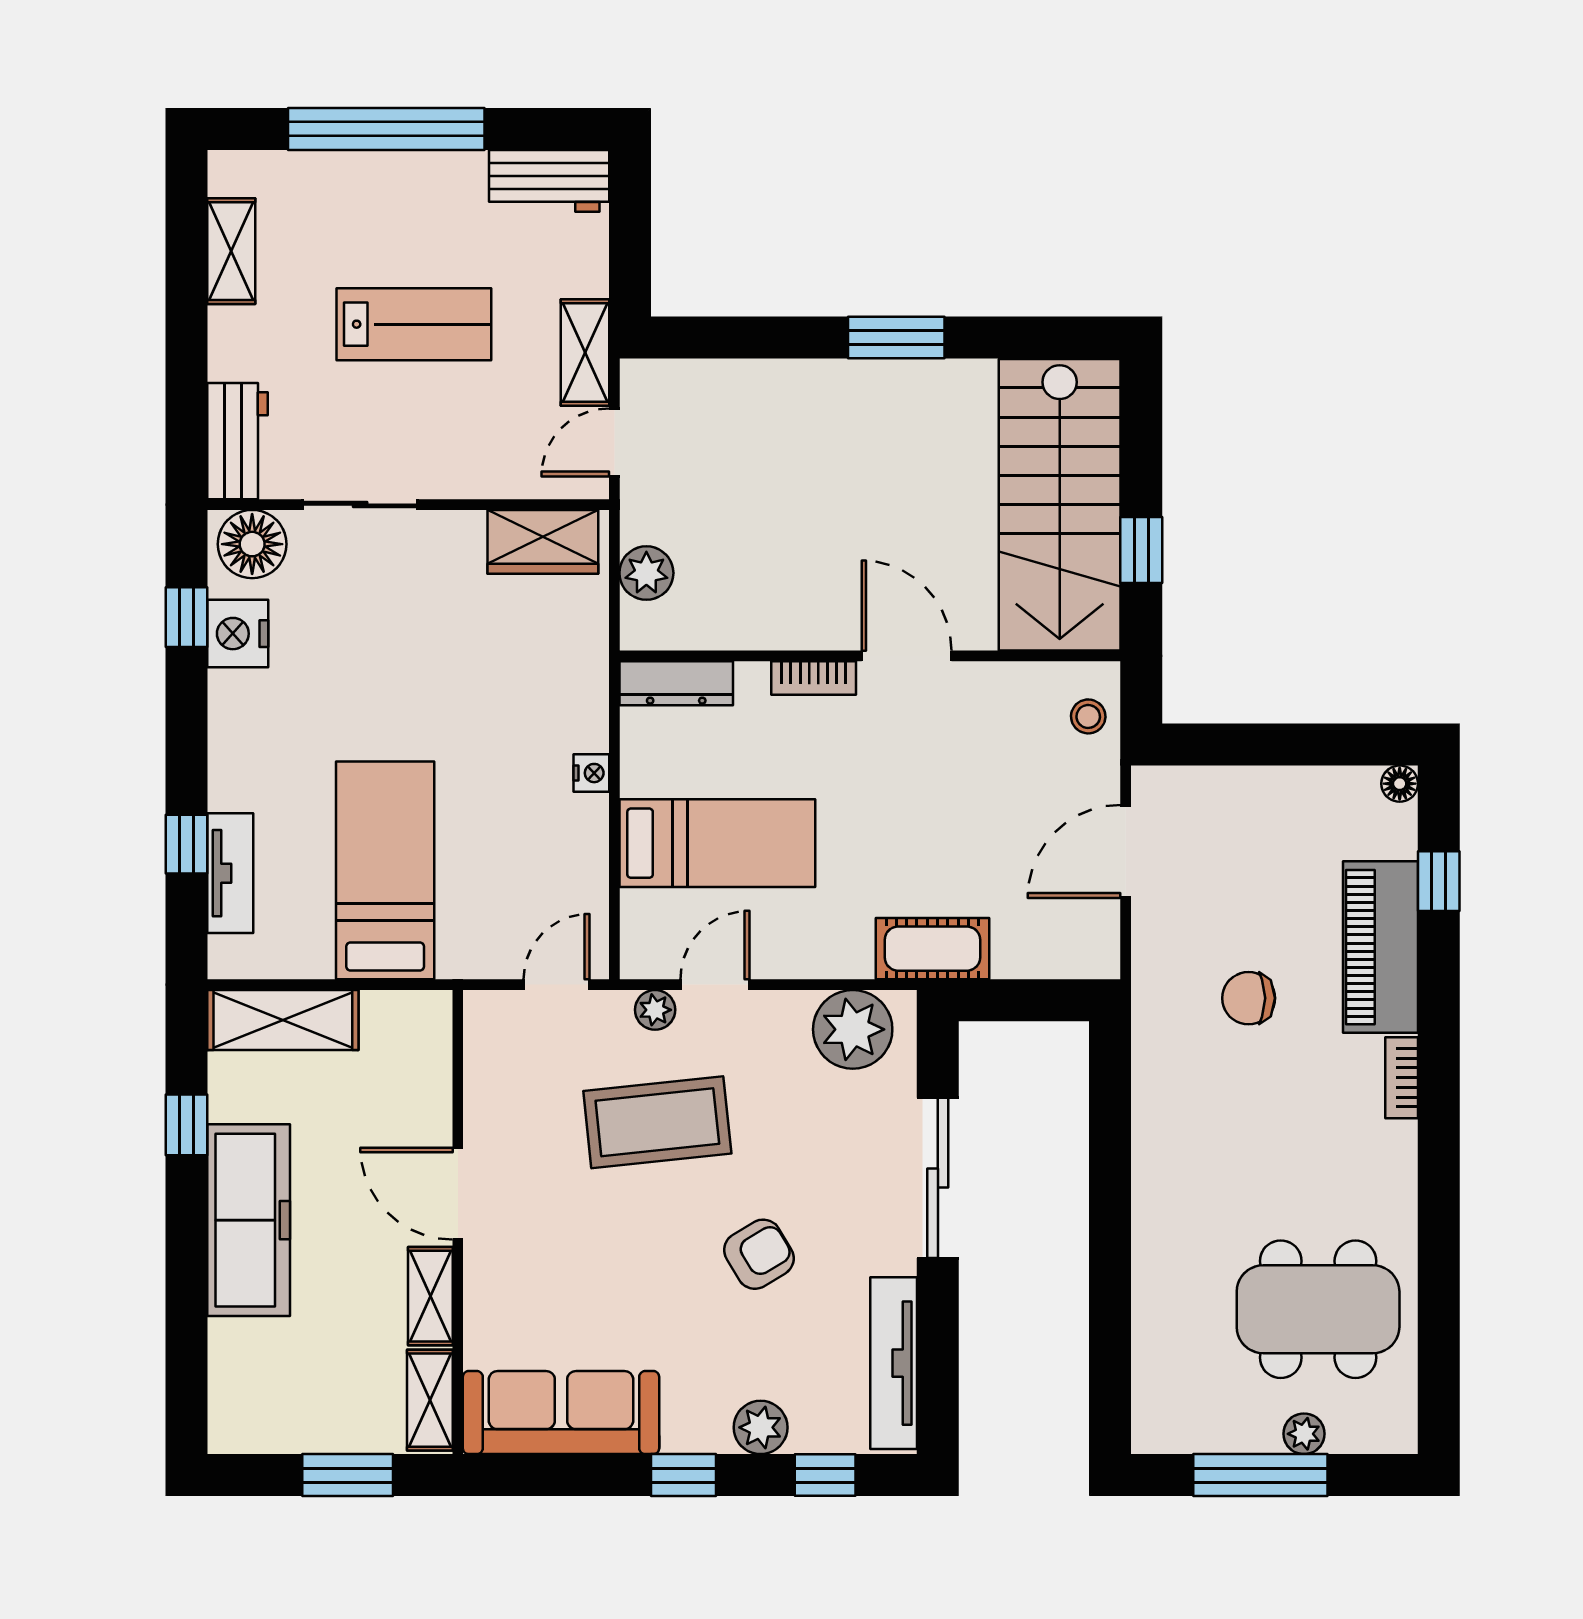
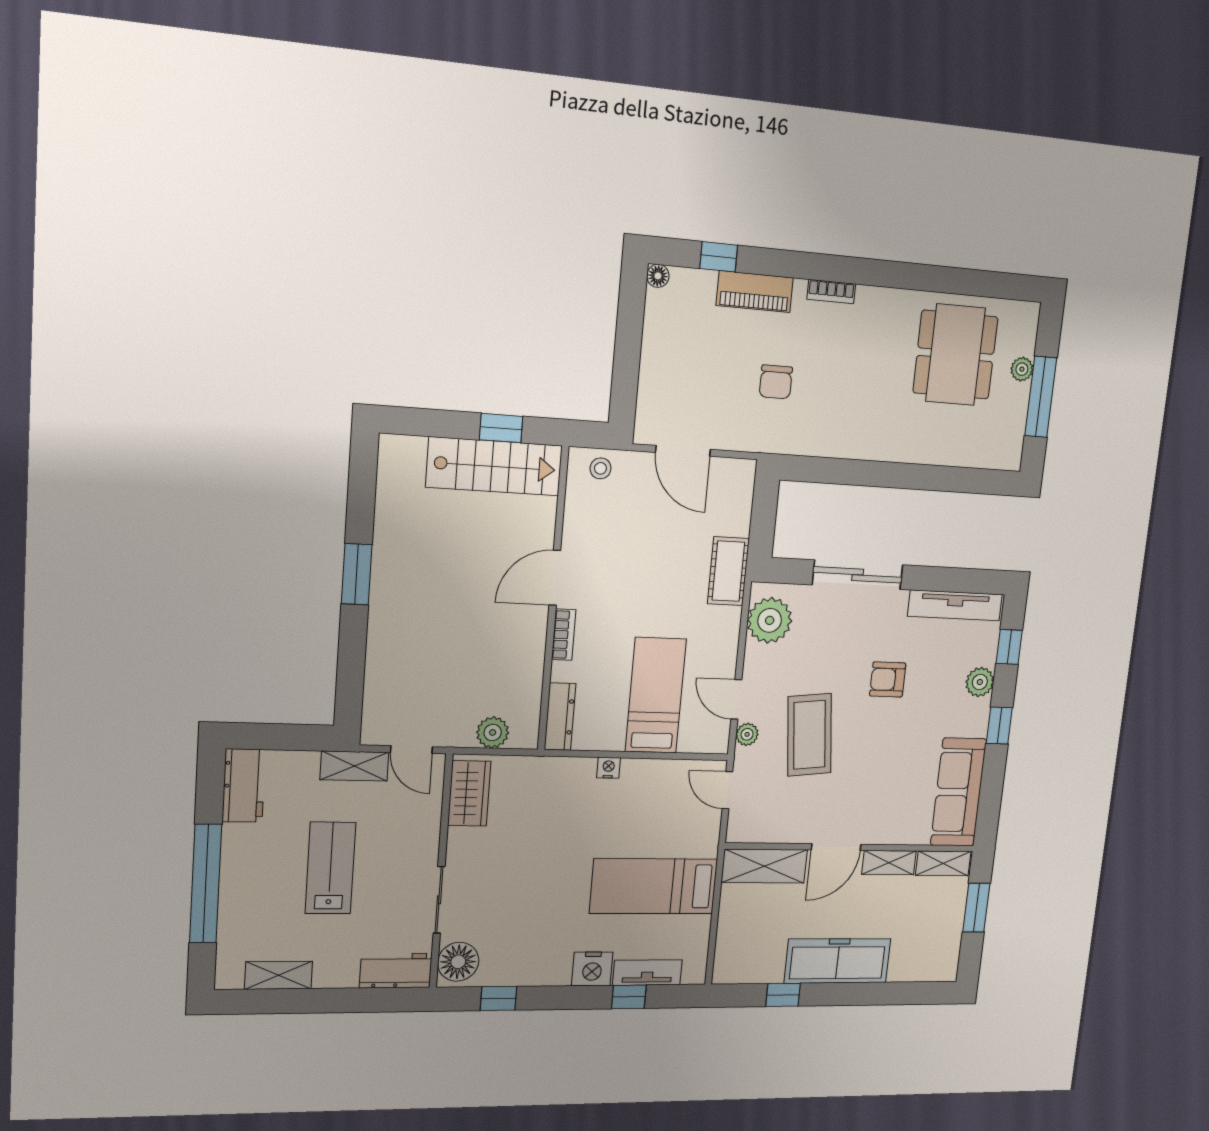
stairs: (1060, 505) -> (494, 466), width x0.73, depth x0.66
nightstand: (238, 634) -> (592, 969), moved
piano: (1381, 947) -> (755, 292), width x0.73, depth x0.75
shelving: (283, 1020) -> (764, 866), moved, turned 90
armchair: (759, 1254) -> (888, 679), turned -59

